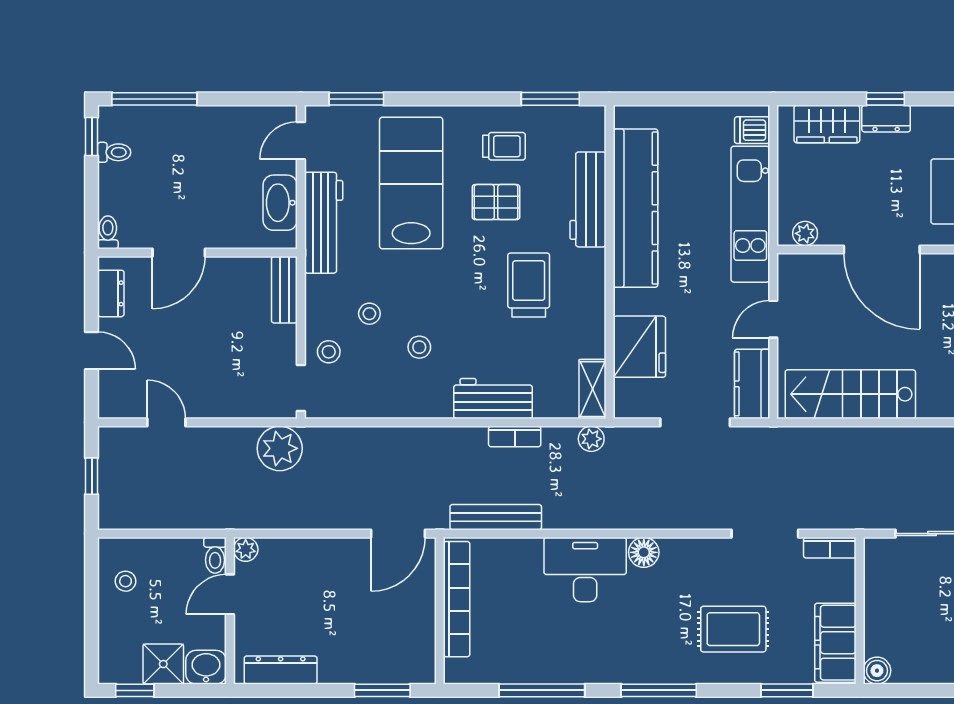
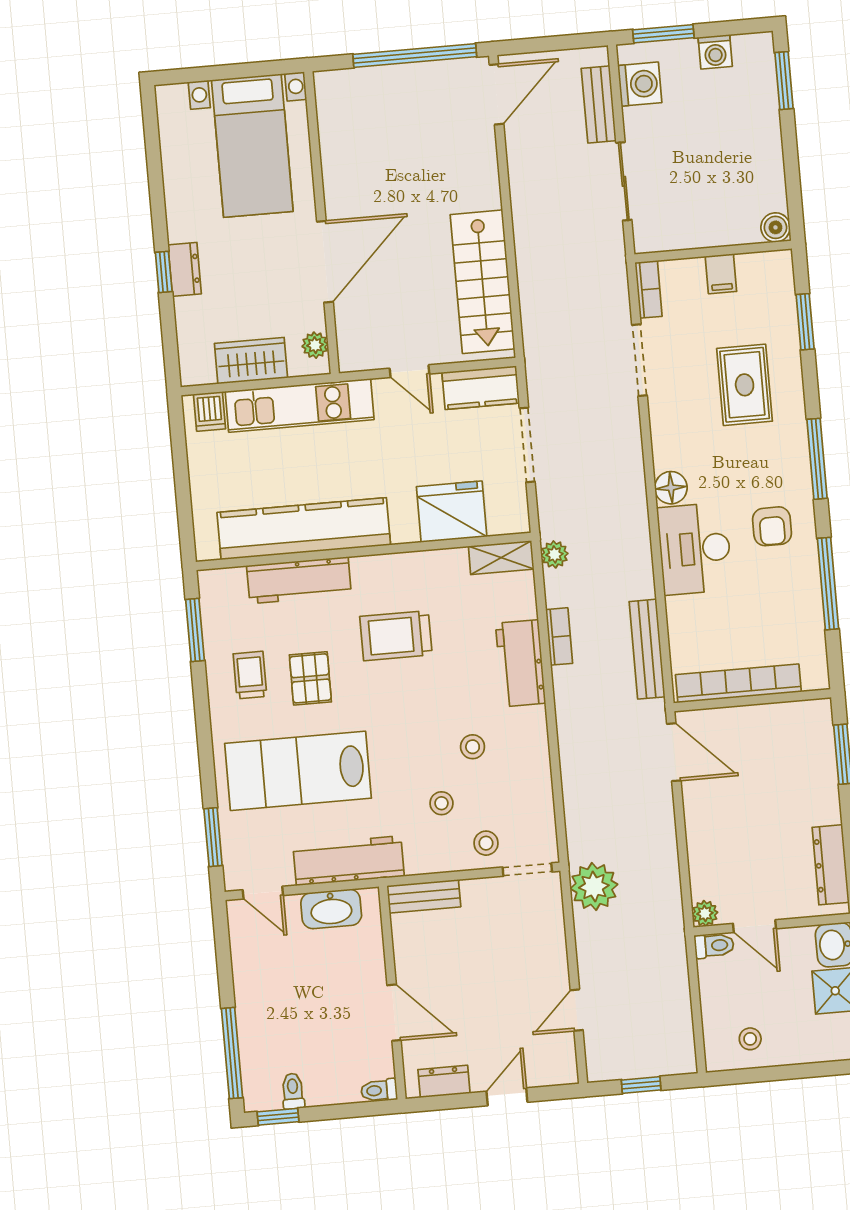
wardrobe: (827, 124) -> (251, 361), moved, turned -90
armchair: (600, 643) -> (772, 526), added
filing cabinet: (835, 643) -> (721, 274), width x0.33, depth x0.86

